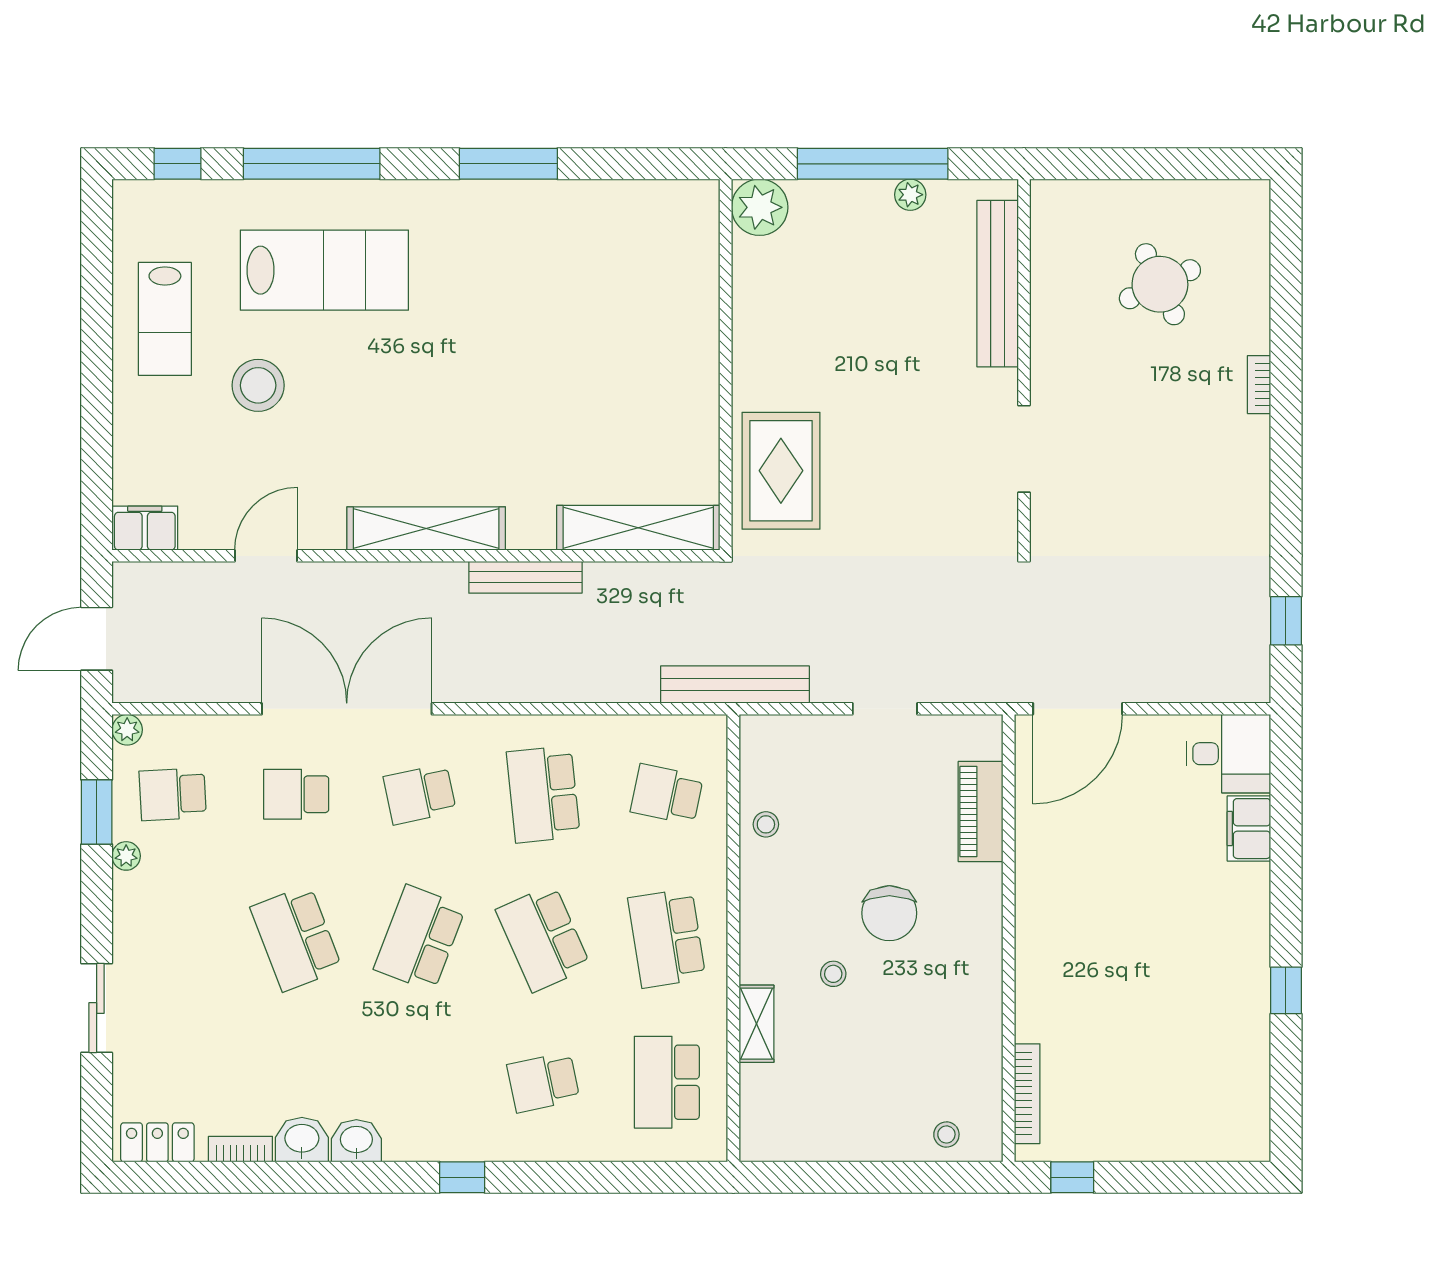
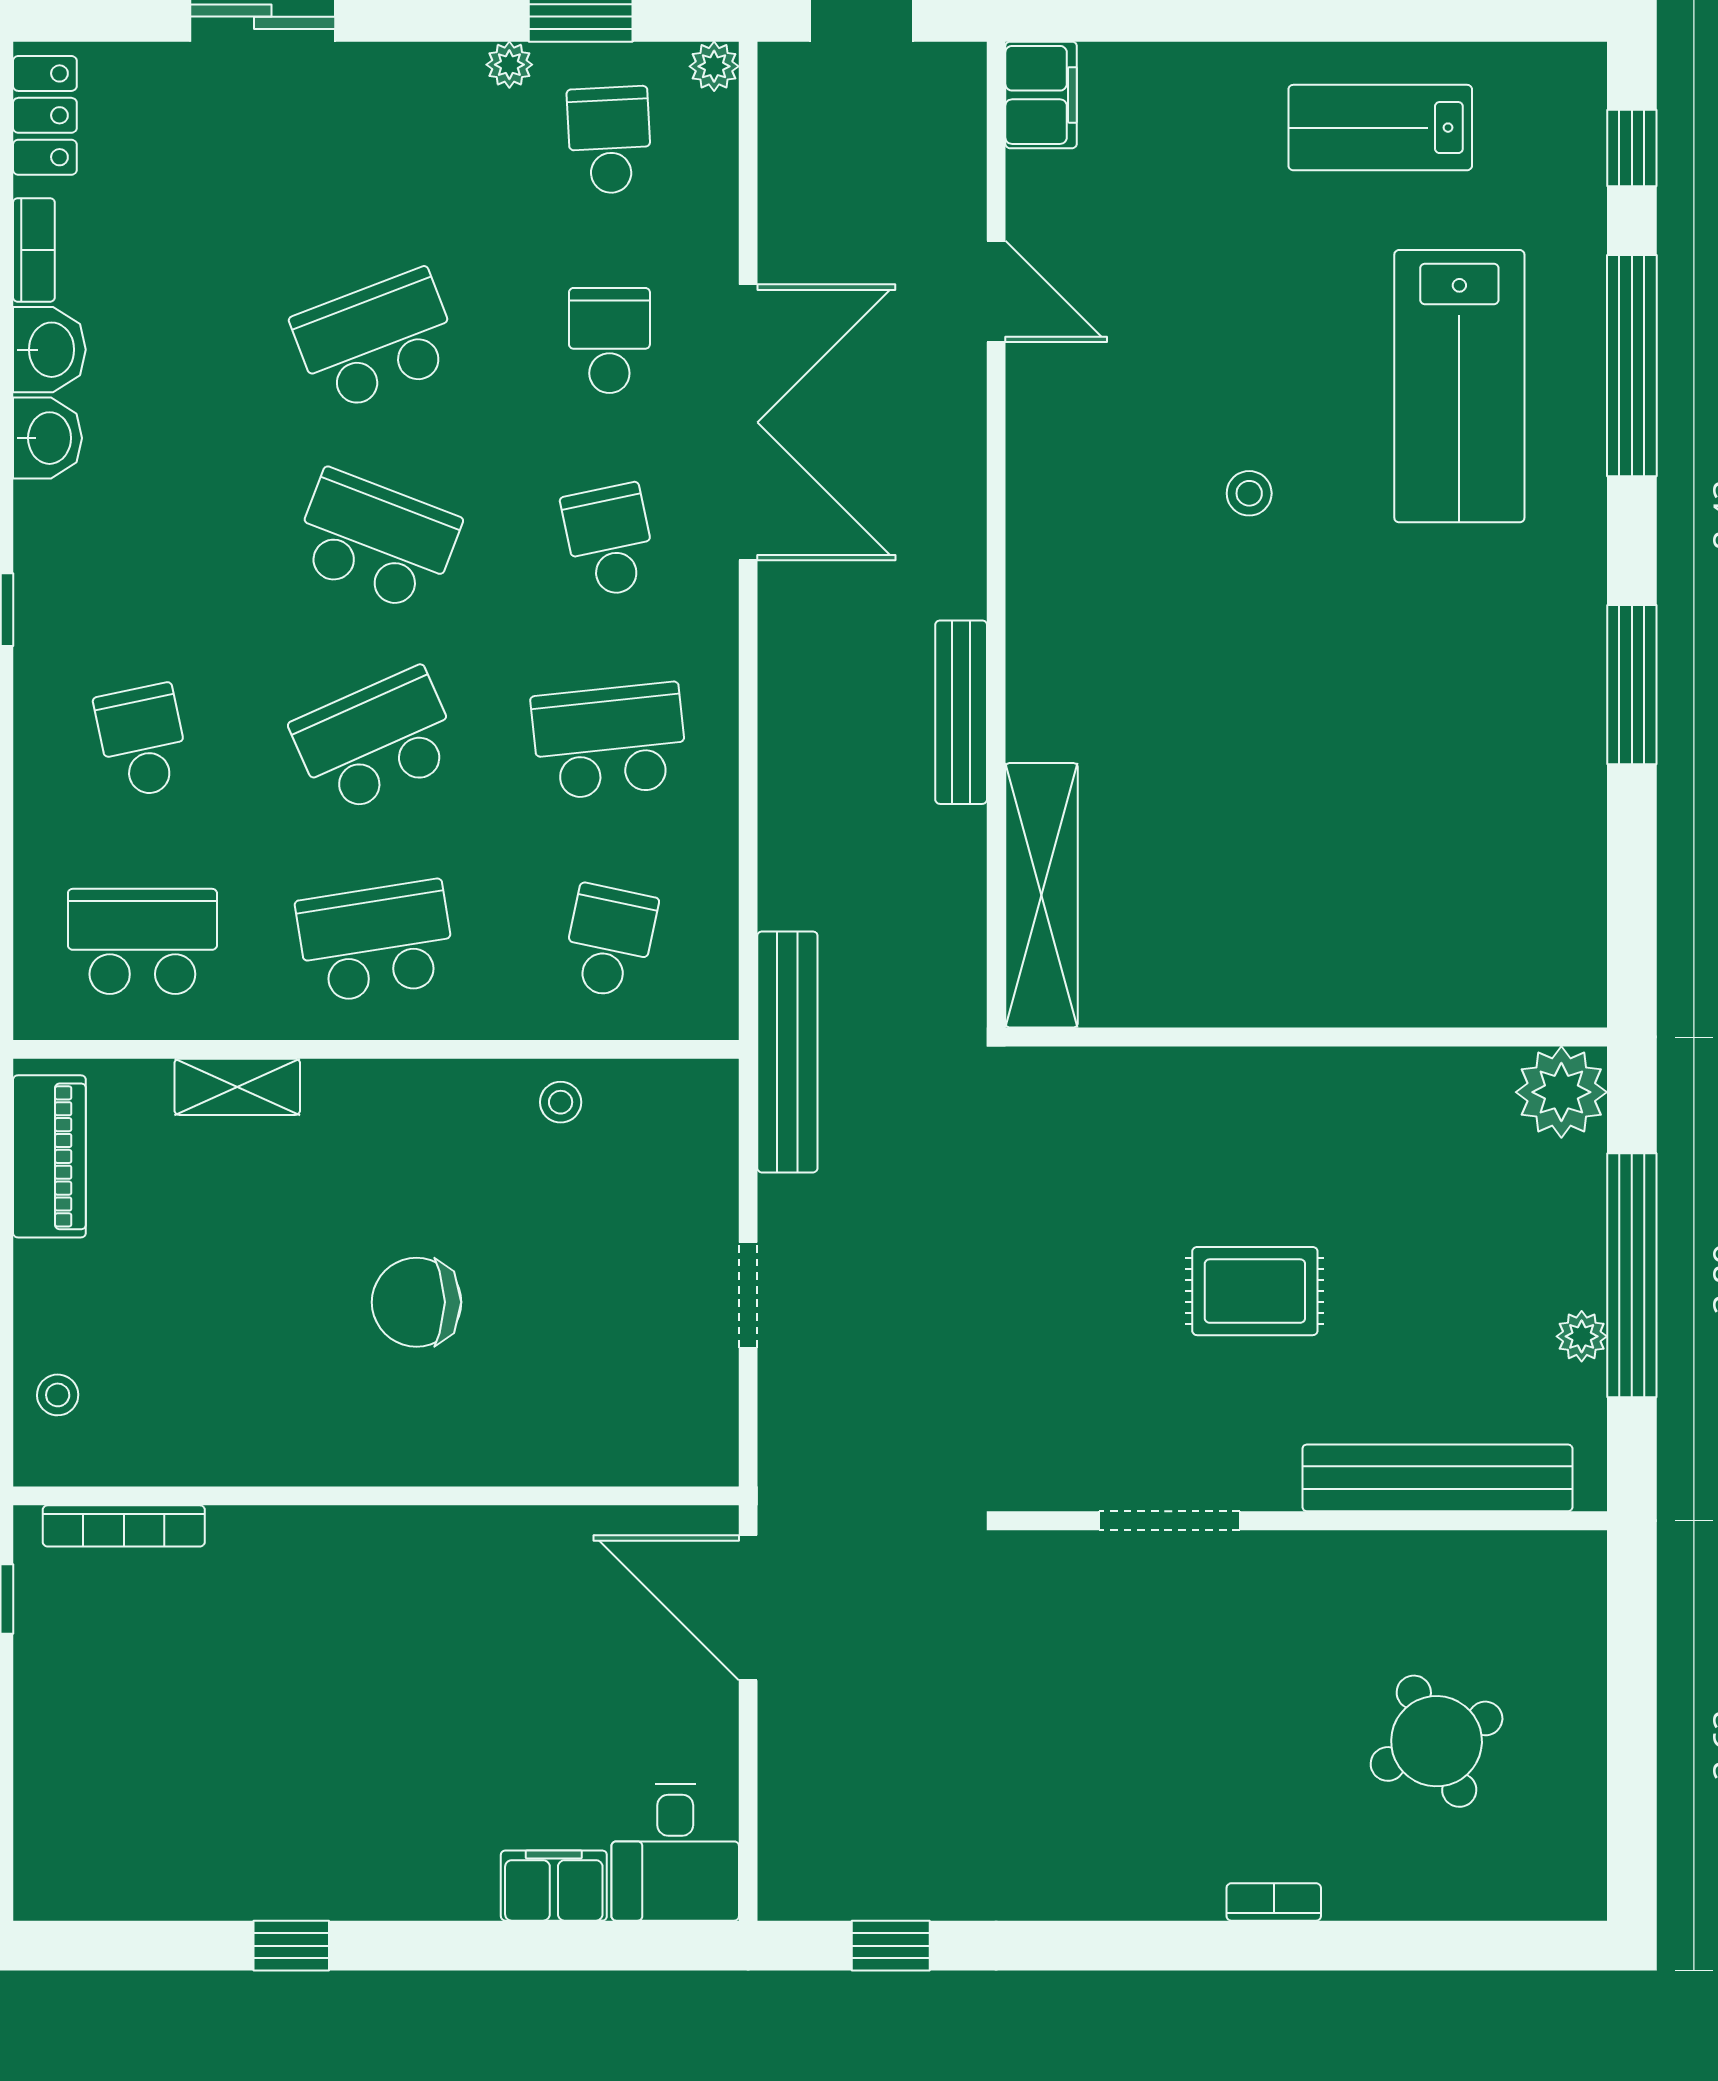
stool: (258, 385) -> (1249, 493), moved, width x0.53, depth x0.53
rug: (781, 471) -> (1255, 1291), moved, width x0.73, depth x0.70
shelving: (426, 528) -> (1040, 551), removed
piano: (981, 811) -> (49, 1156), moved, turned 90
stool: (833, 974) -> (318, 1211), removed

